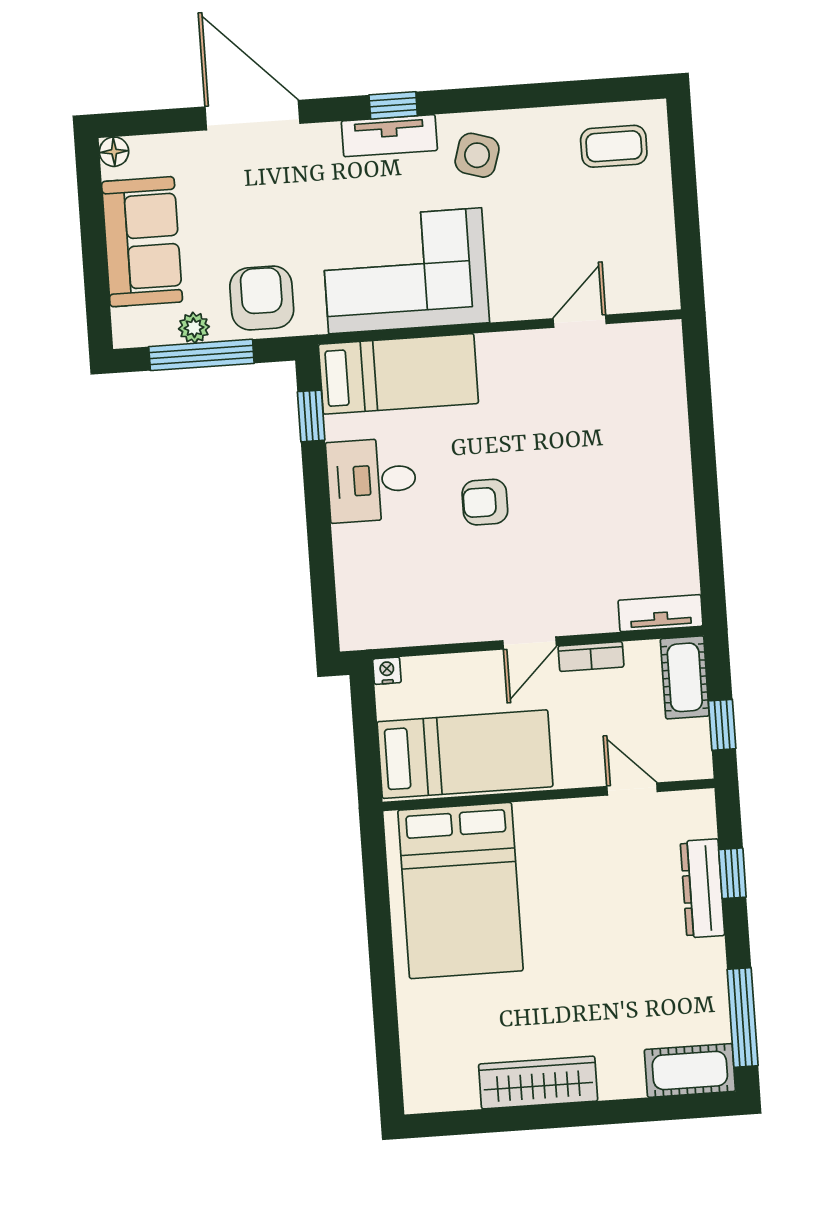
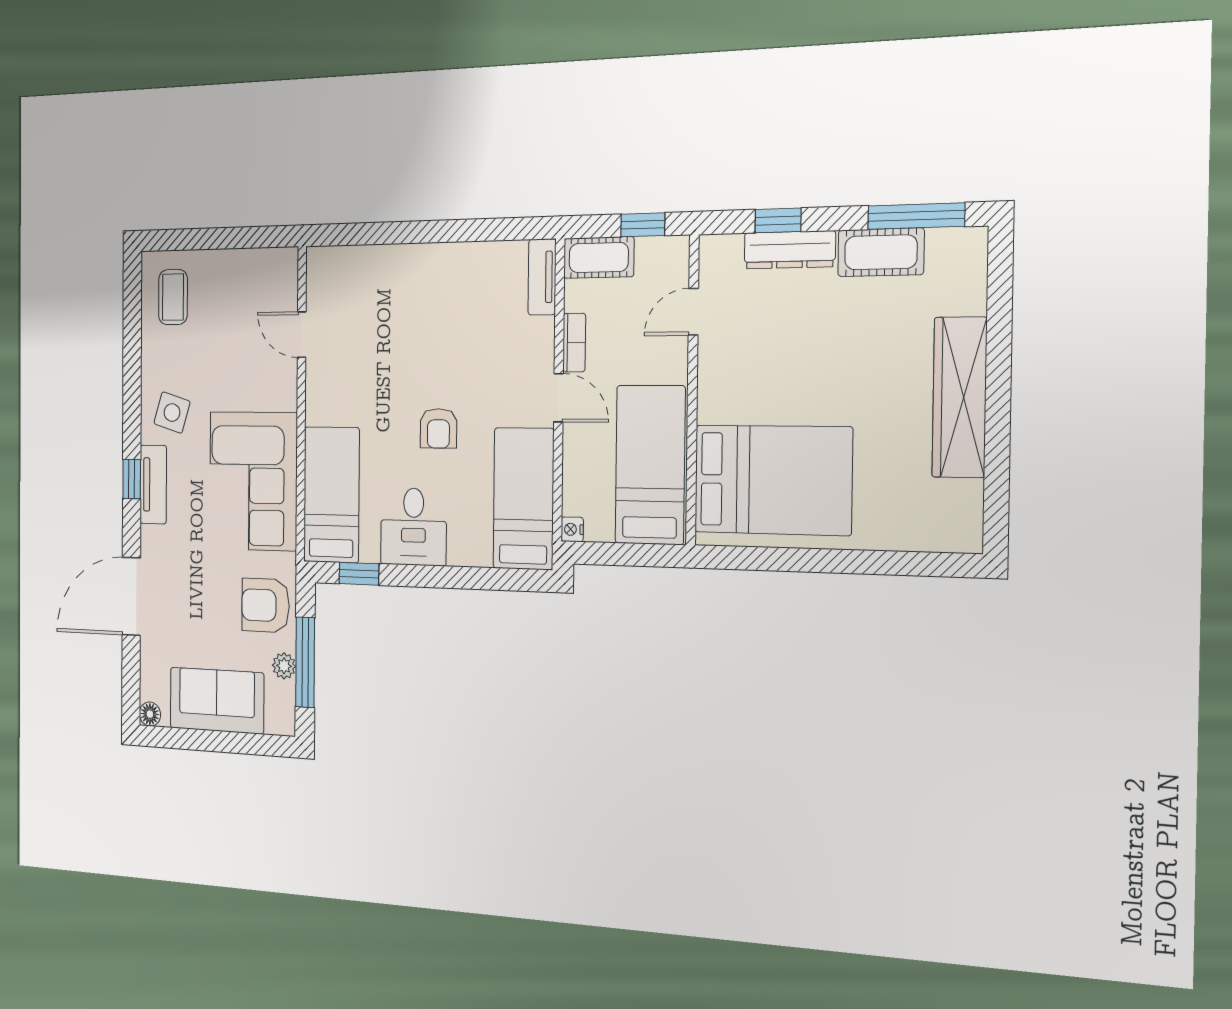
bed: (415, 611) -> (524, 499), added
cot: (690, 1070) -> (881, 252), moved, turned 90
wardrobe: (538, 1083) -> (959, 397), width x1.40, depth x1.17

